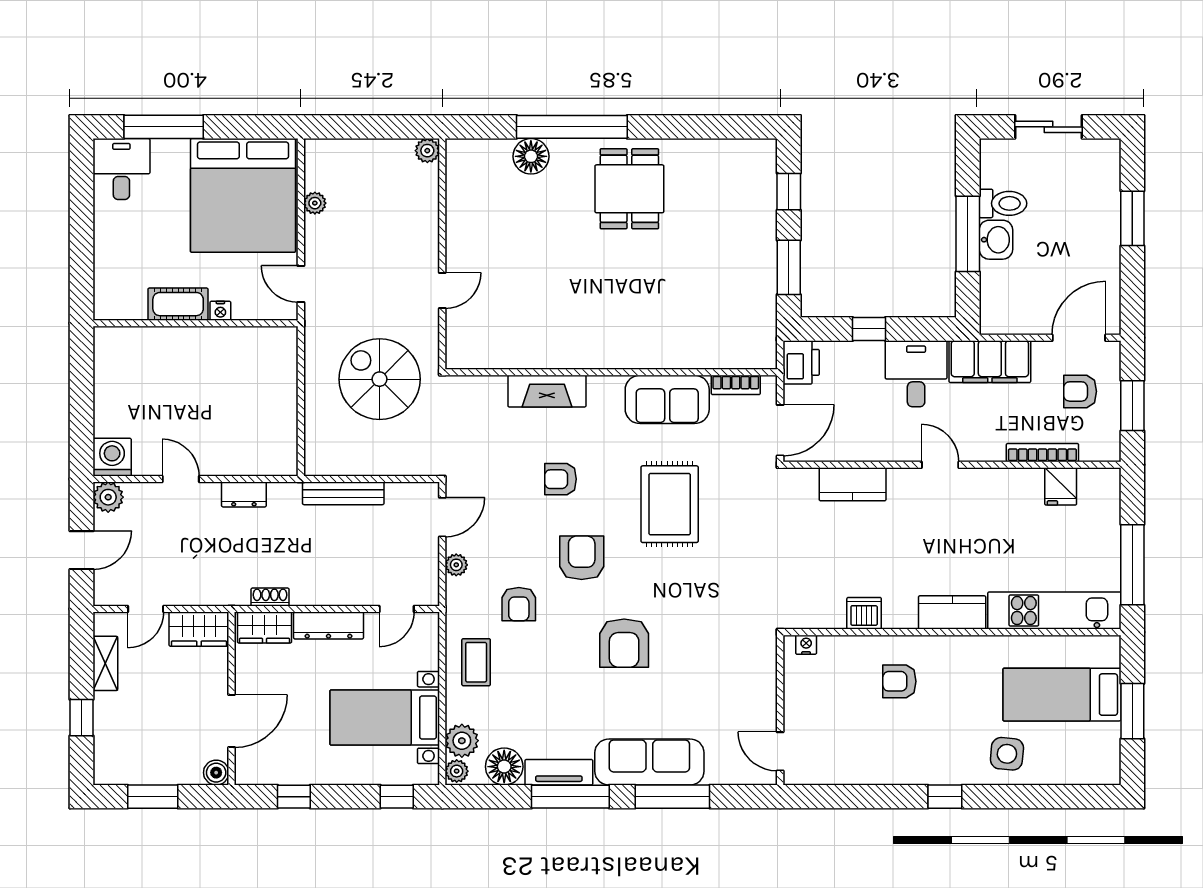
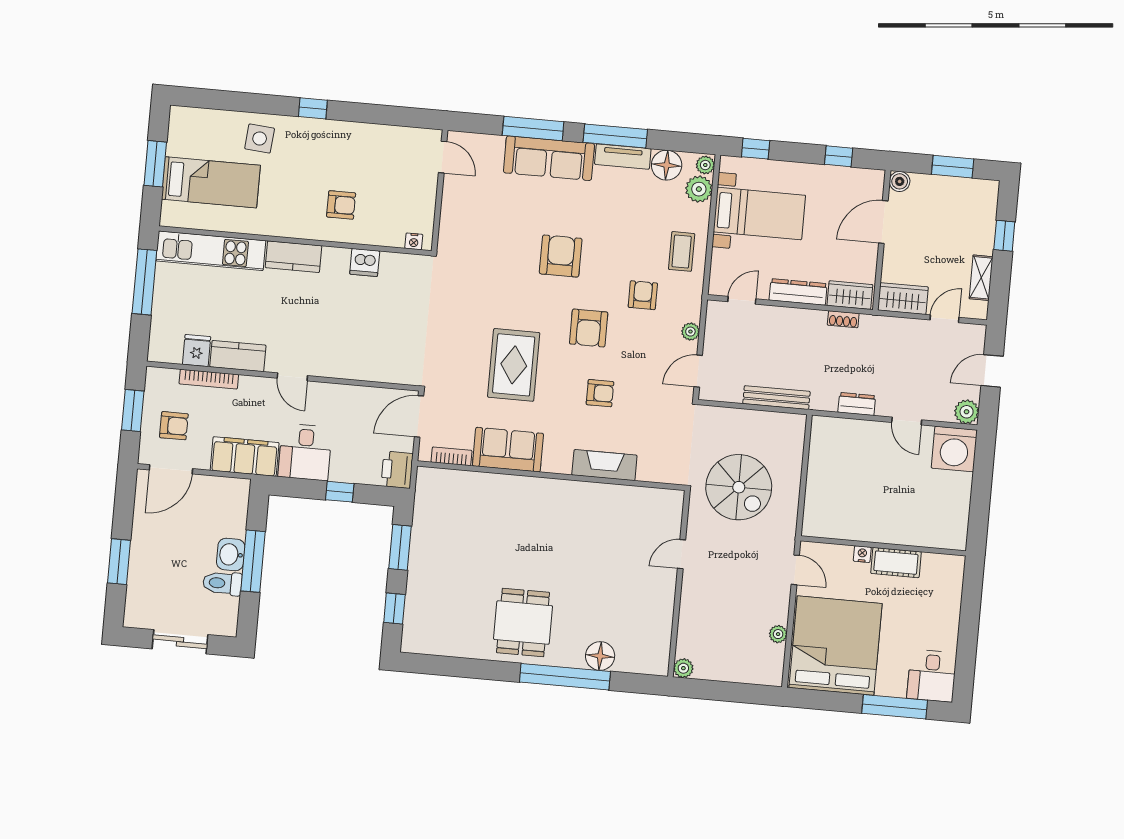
washing machine: (112, 457) -> (954, 449), width x1.37, depth x1.37
kitchen counter: (853, 484) -> (238, 356), moved

